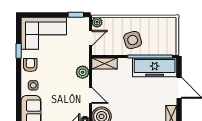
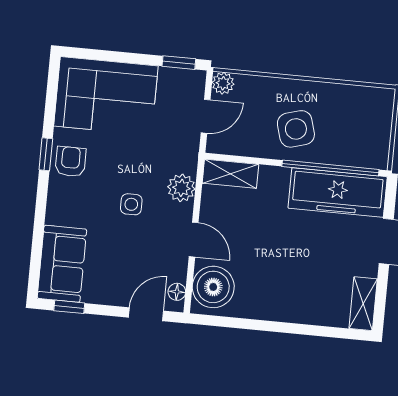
window: (19, 51) -> (46, 154), moved
side table: (33, 85) -> (131, 204), moved

